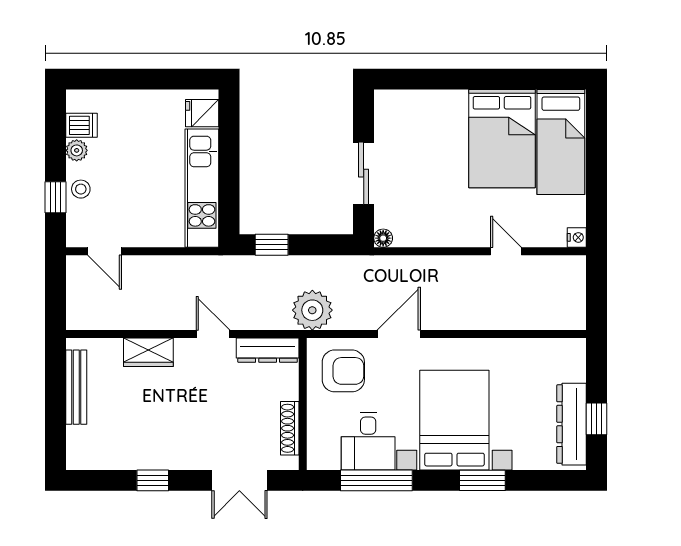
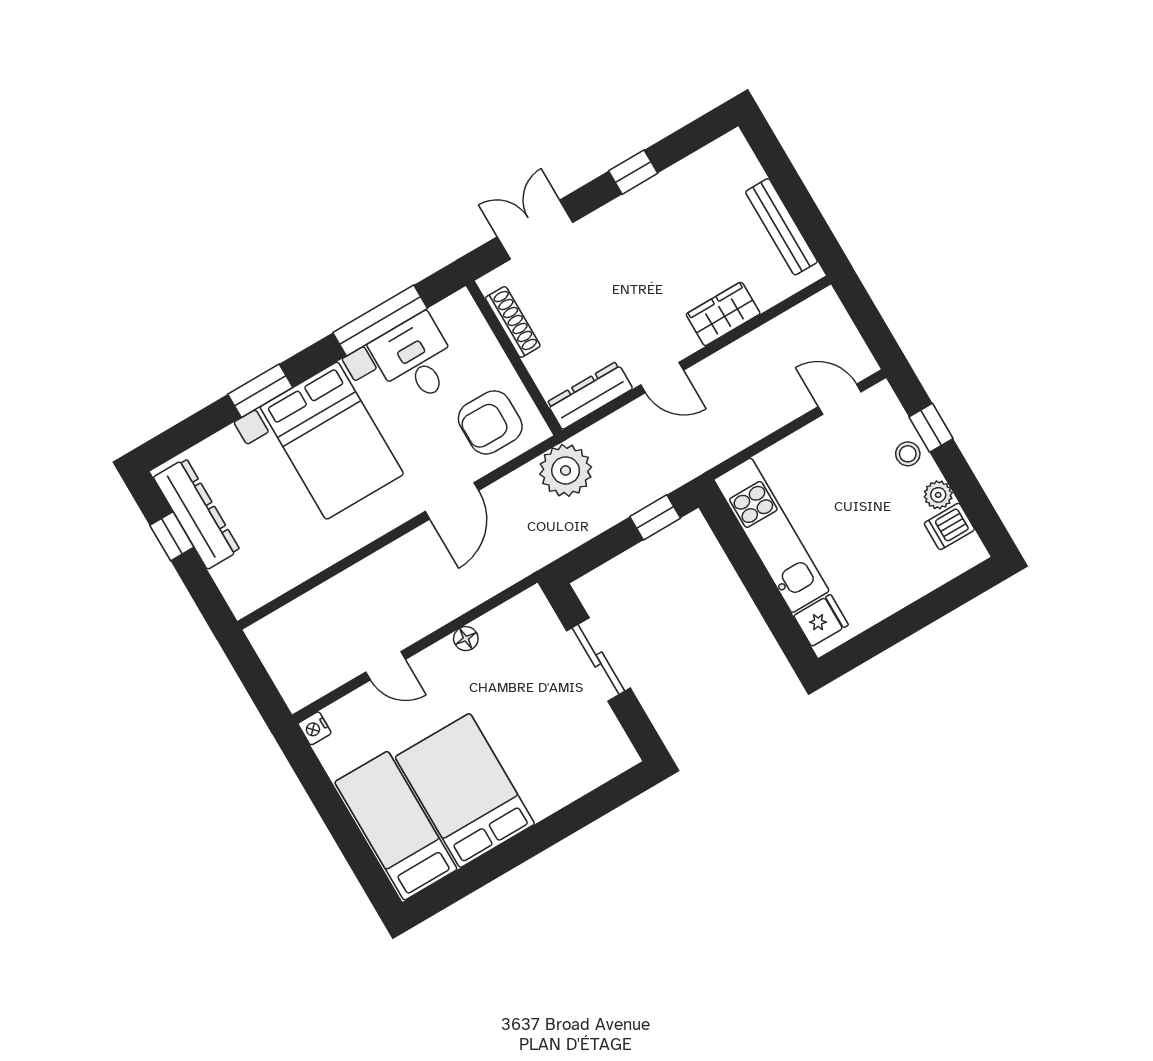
floor lamp: (383, 238) -> (466, 639), moved

